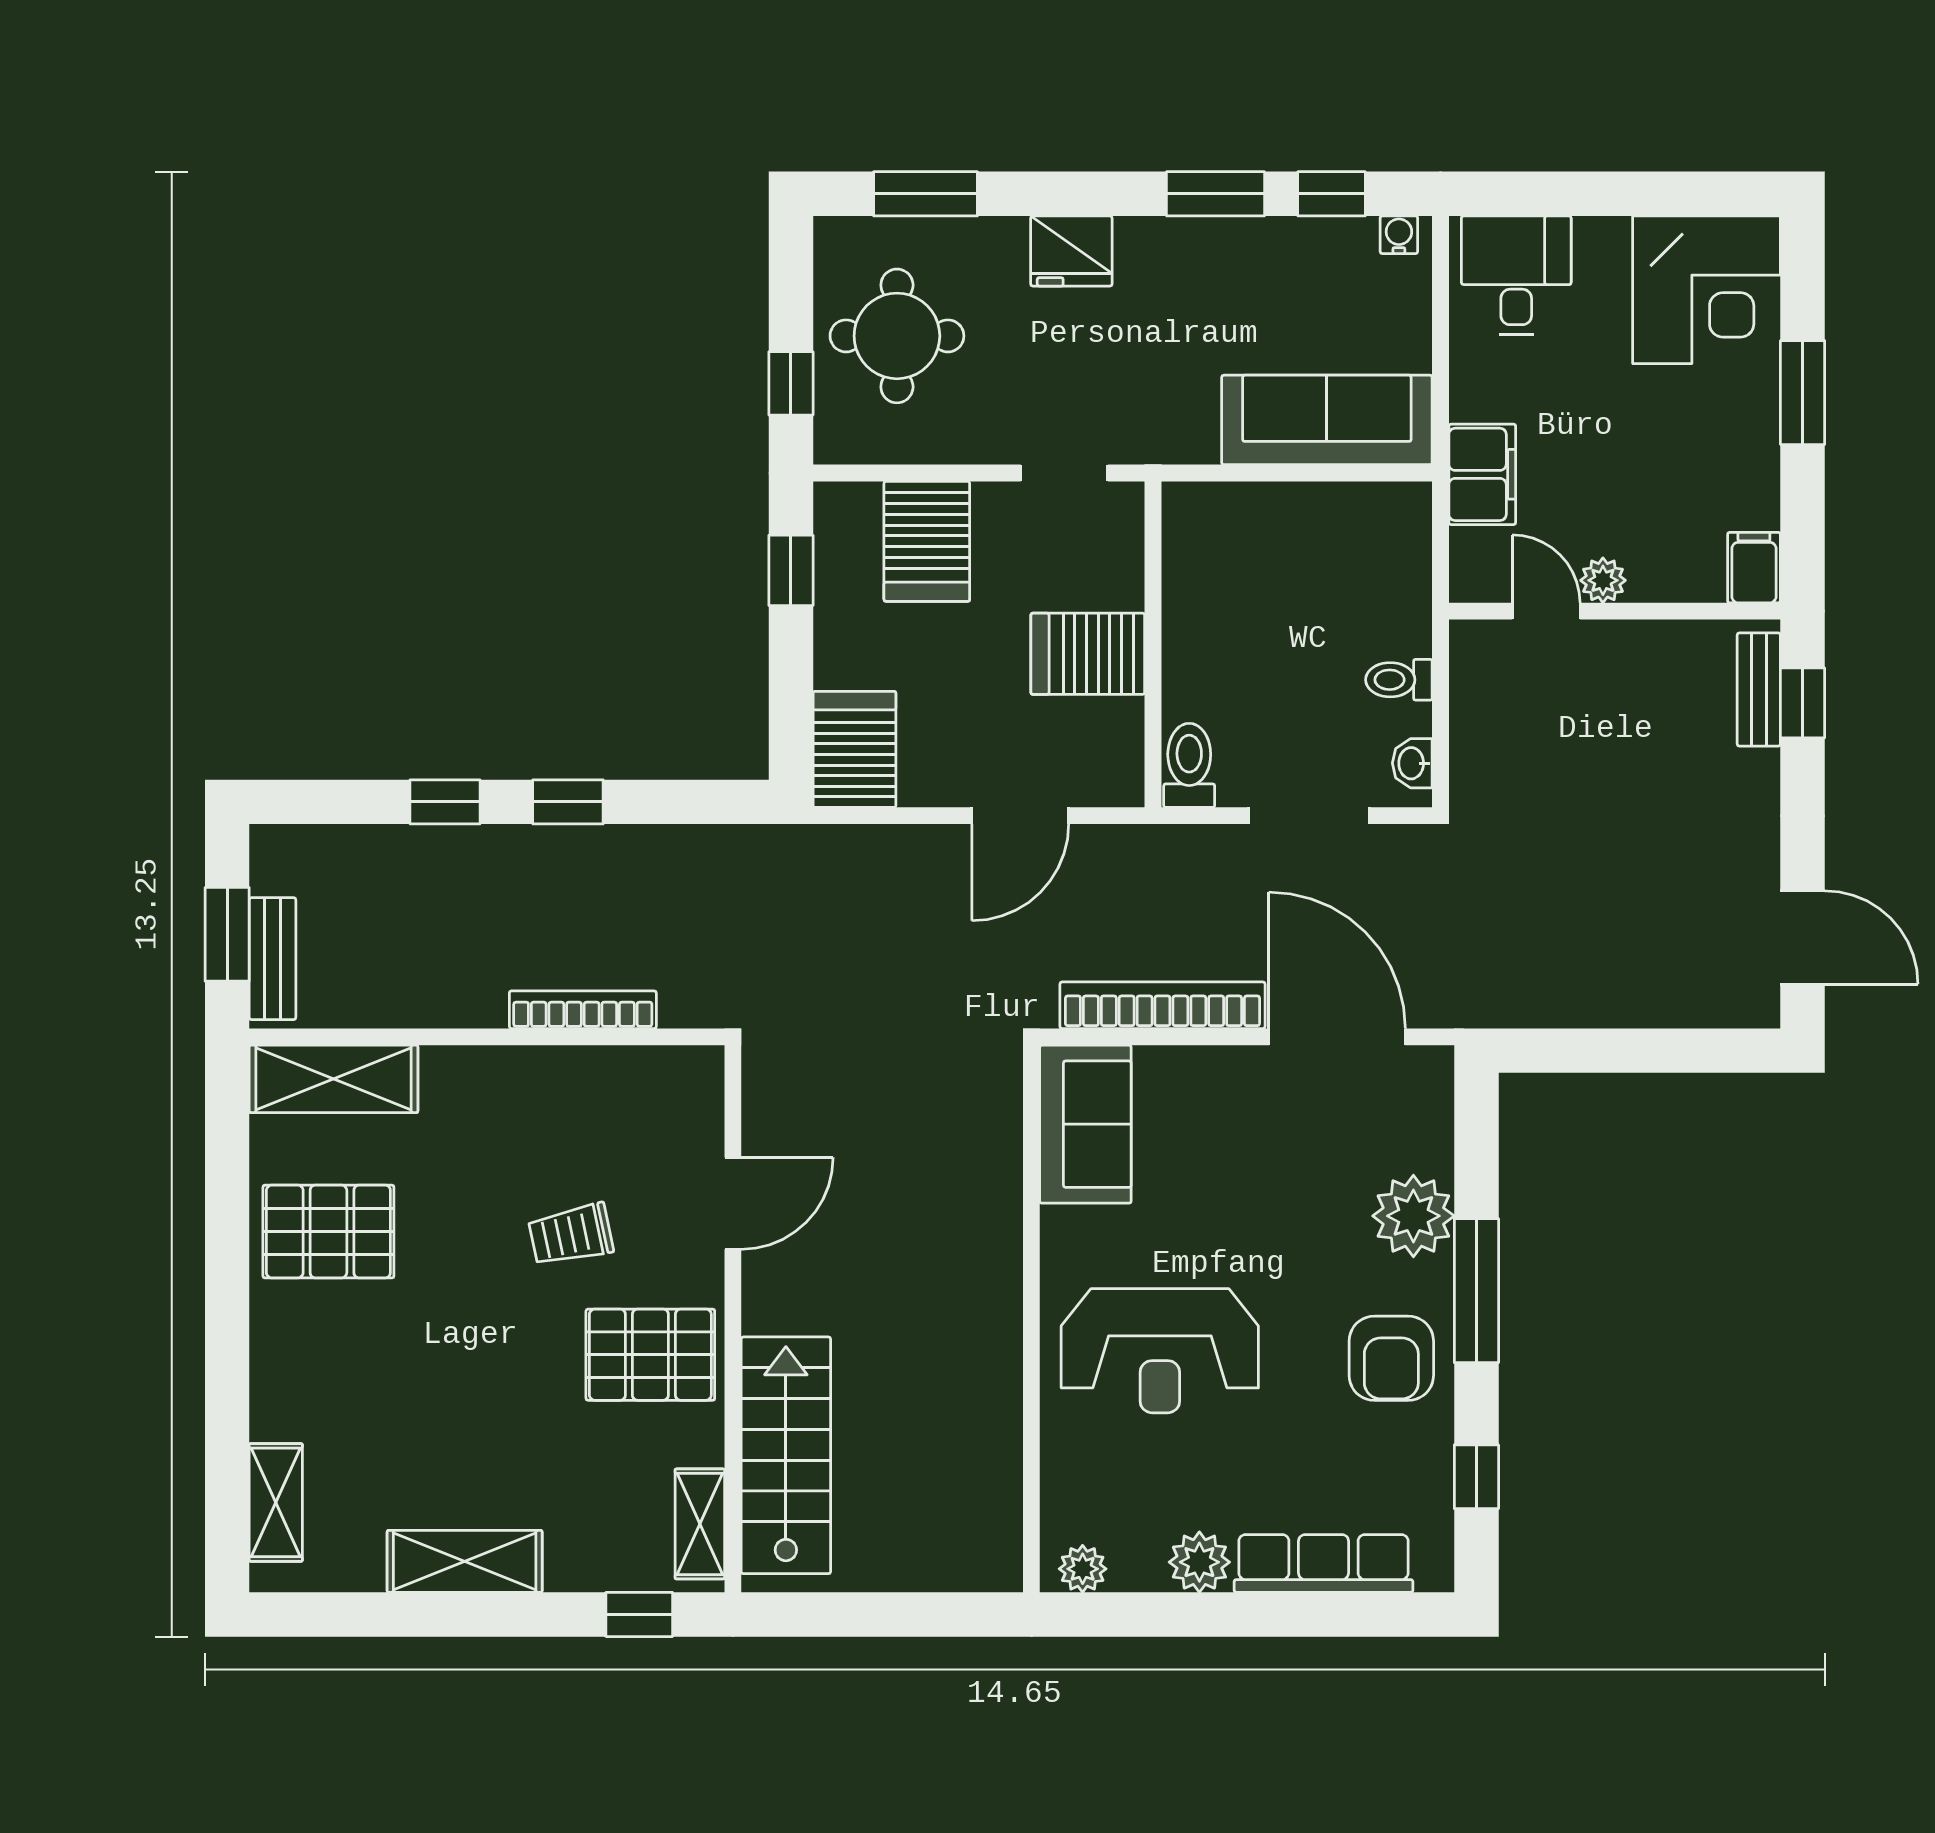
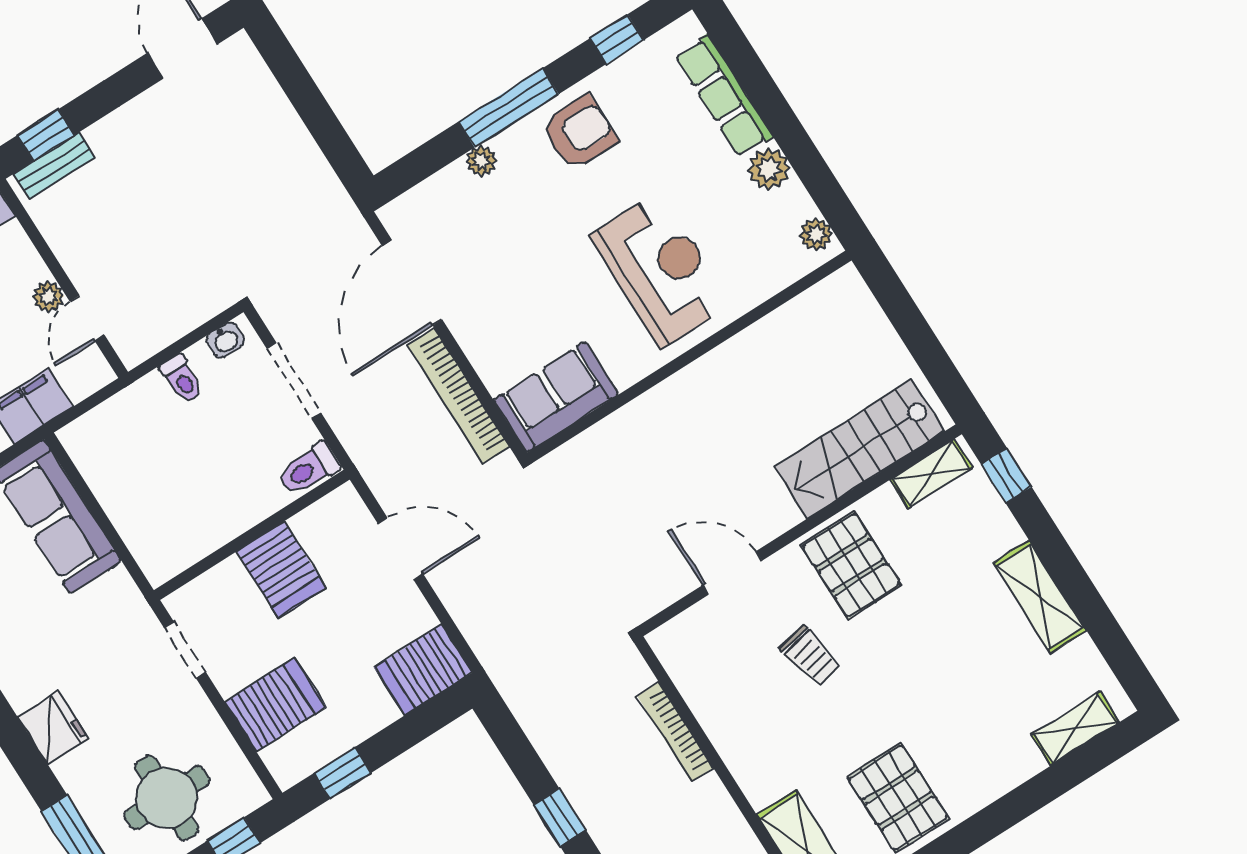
plant: (1413, 1216) -> (481, 161), width x0.53, depth x0.53

